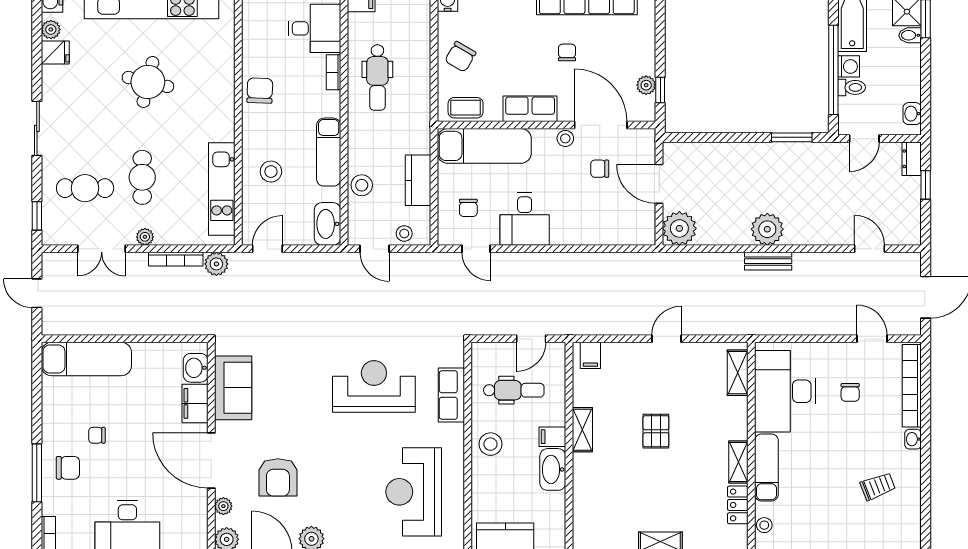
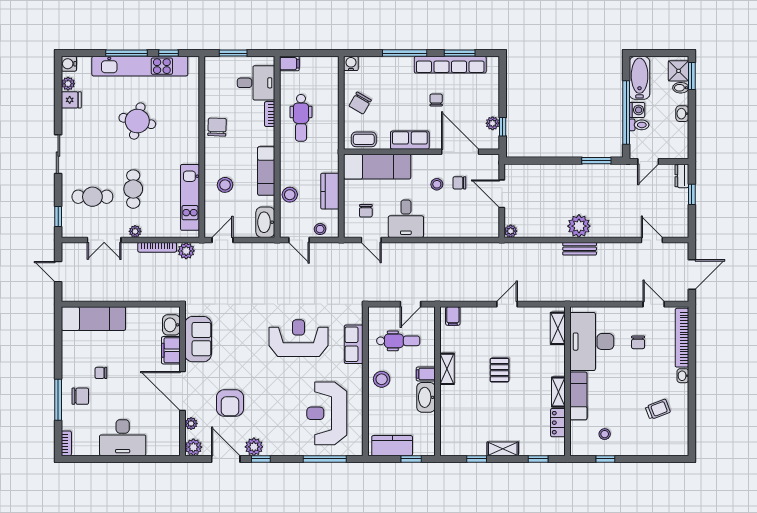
washbasin: (912, 114) -> (682, 114), moved
stool: (565, 138) -> (437, 184), moved
plant: (679, 228) -> (511, 231), width x0.53, depth x0.53
stool: (764, 525) -> (605, 434), moved

